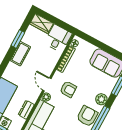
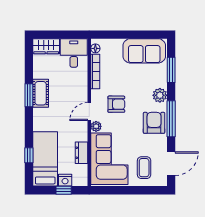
window: (18, 39) -> (29, 95), moved
door: (47, 84) -> (89, 112), hinge flipped

